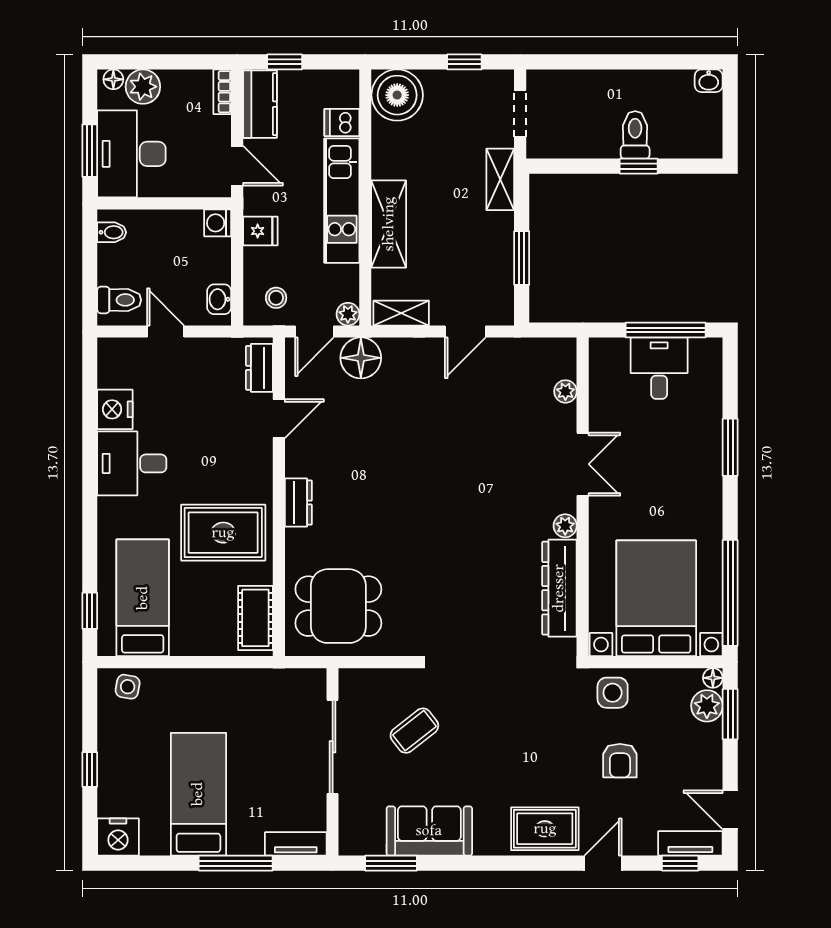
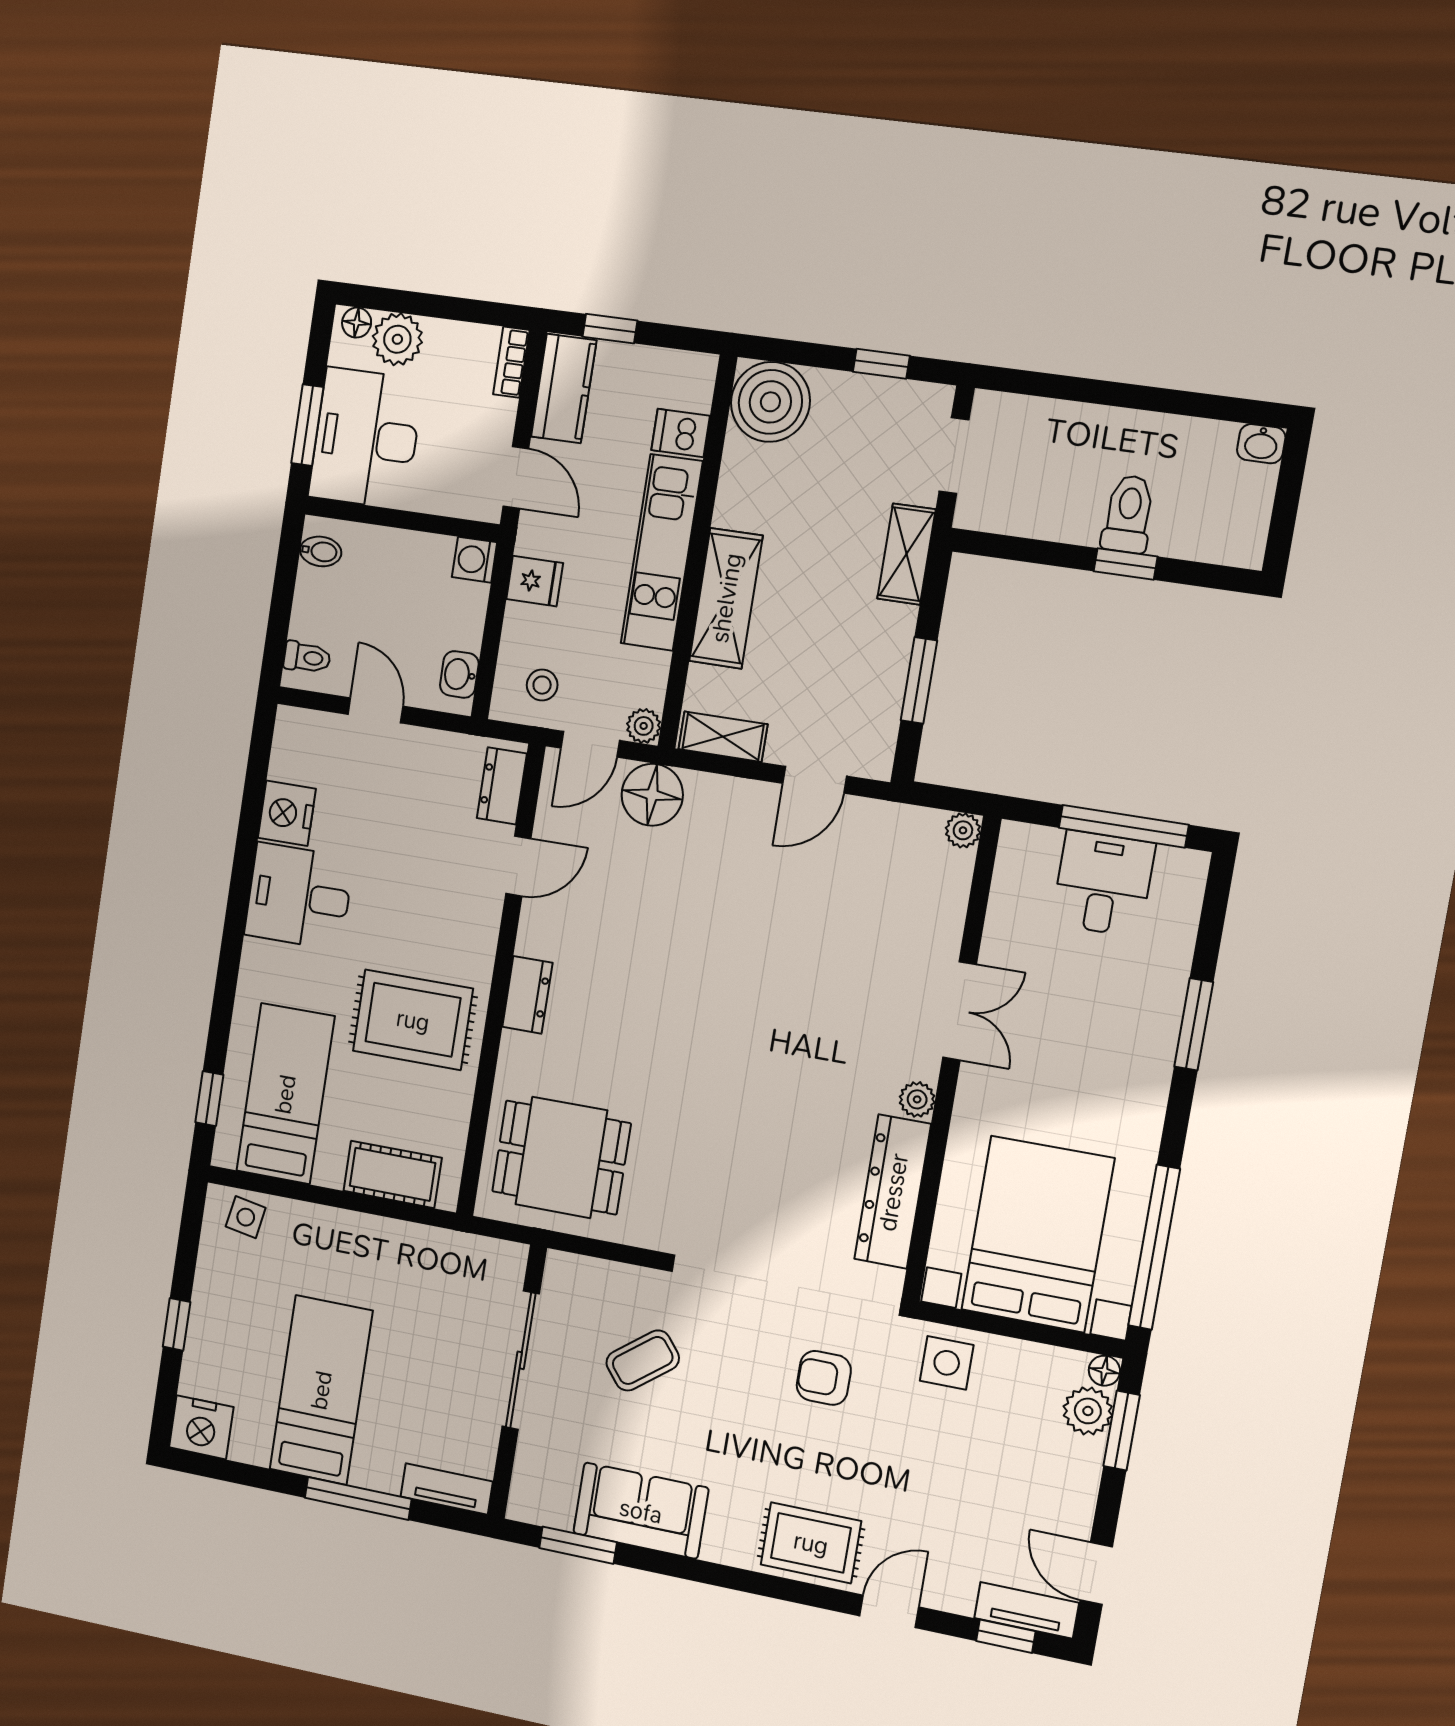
toilet: (119, 300) -> (307, 657), width x0.73, depth x0.72
plant: (565, 391) -> (963, 830), moved
cot: (255, 618) -> (393, 1174), moved, turned 90
armchair: (620, 761) -> (824, 1378), moved, turned 90

